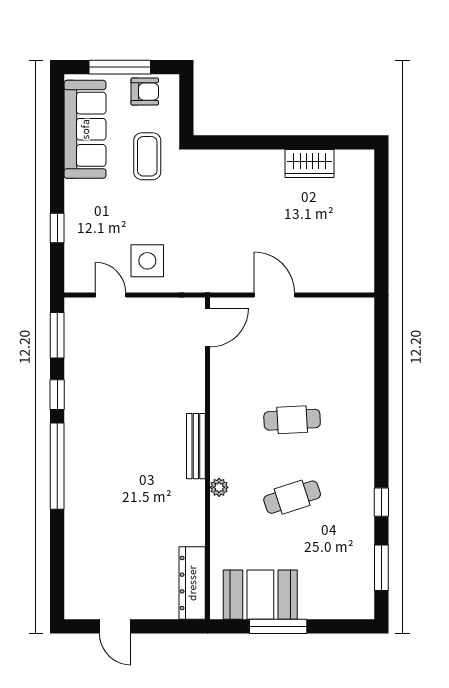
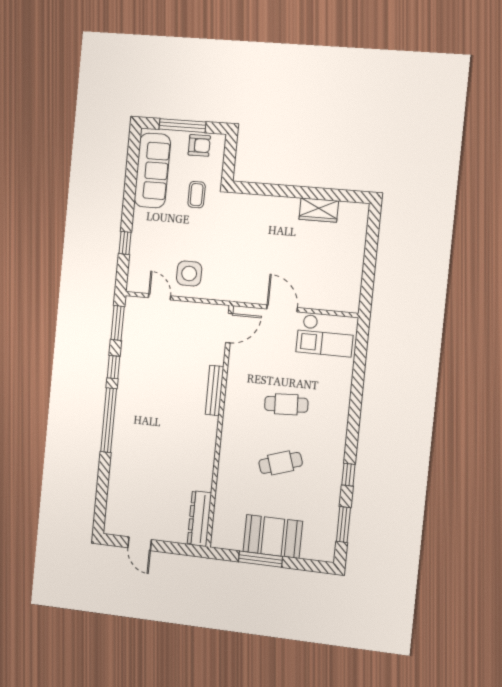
coffee table: (147, 156) -> (197, 195), width x0.73, depth x0.77
checkout: (334, 325) -> (325, 336), added
bench: (196, 446) -> (214, 390), moved
plant: (219, 487) -> (226, 449), removed
booth: (260, 595) -> (273, 536), moved

